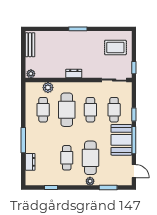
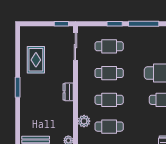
rug: (115, 48) -> (36, 60), moved
cafe table: (67, 110) -> (109, 100), width x0.73, depth x0.74
booth: (121, 140) -> (143, 38), removed

